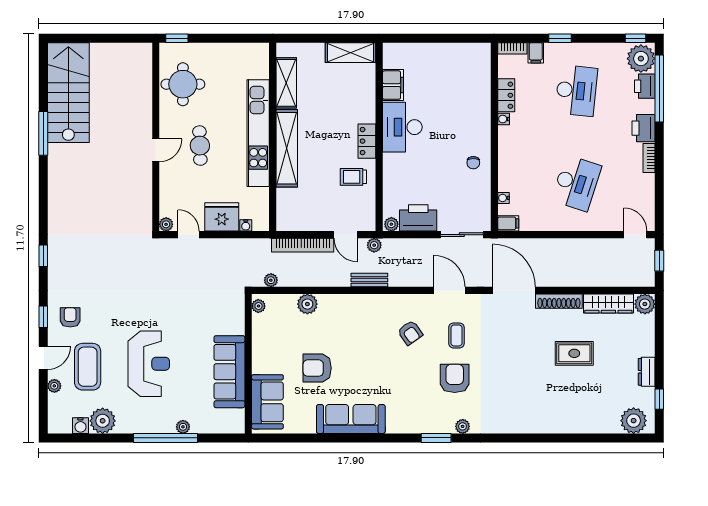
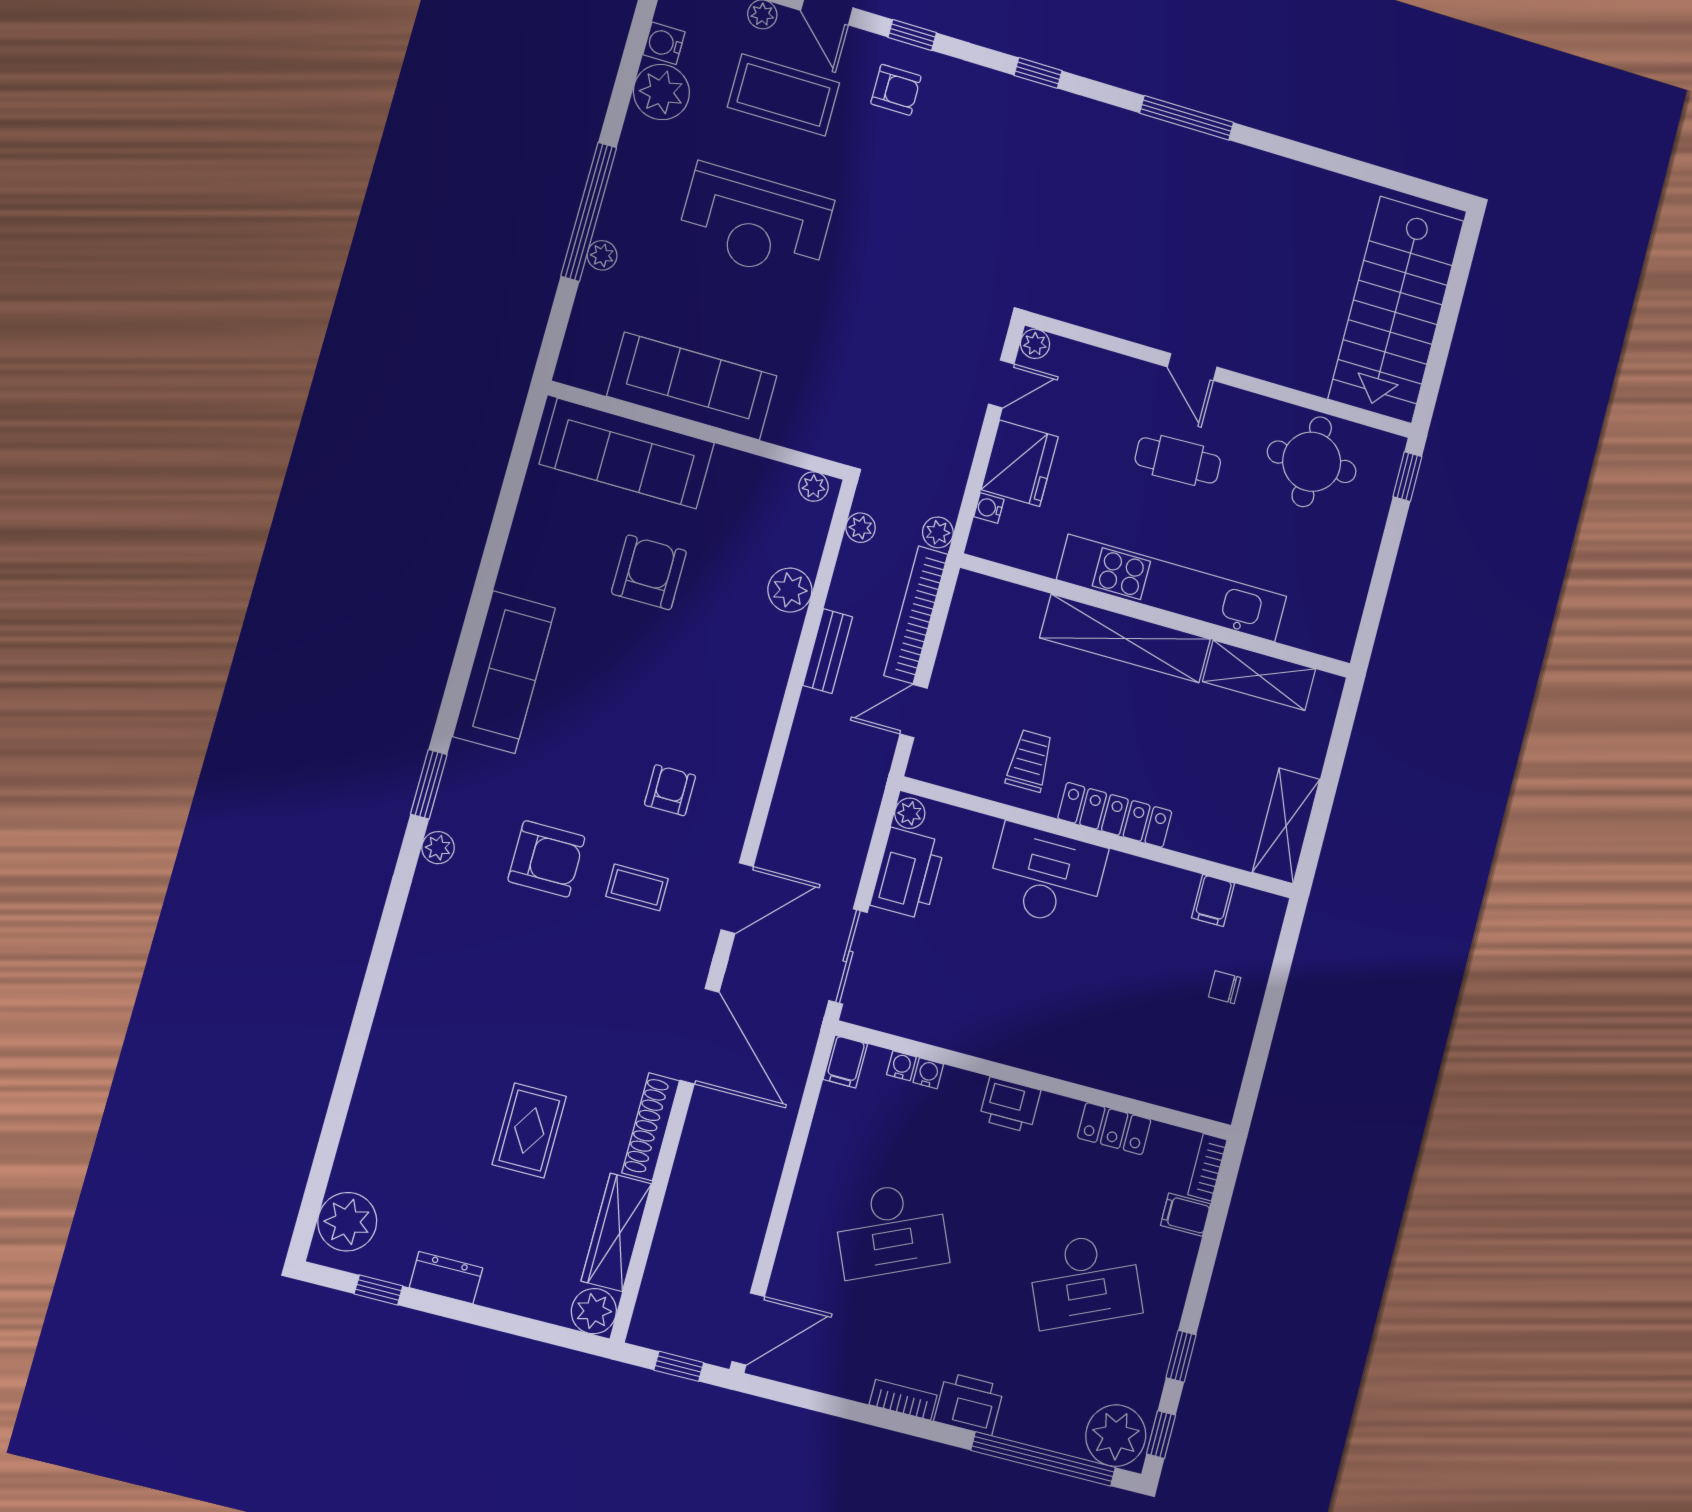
window: (560, 38) -> (1181, 1356), moved
filing cabinet: (393, 85) -> (1213, 900), width x0.50
printer: (645, 86) -> (1010, 1105), moved, turned 180
desk: (576, 91) -> (1085, 1280), turned -30
stairs: (68, 93) -> (1396, 310), moved, turned 90
water cooler: (504, 119) -> (928, 1073), moved
desk: (402, 127) -> (1047, 876), moved
window: (43, 133) -> (1187, 118), moved
locker: (367, 141) -> (1115, 815), width x1.53
chair: (473, 163) -> (1225, 987), moved
desk: (576, 183) -> (891, 1230), turned -42
door: (635, 235) -> (748, 1329), width x1.38
plant: (374, 245) -> (938, 532), moved
bench: (369, 280) -> (828, 651), moved
door: (514, 290) -> (700, 1036), hinge flipped
armchair: (410, 333) -> (670, 790), turned 125
sofa: (267, 402) -> (627, 454), width x1.36
sofa: (351, 419) -> (504, 672), moved

